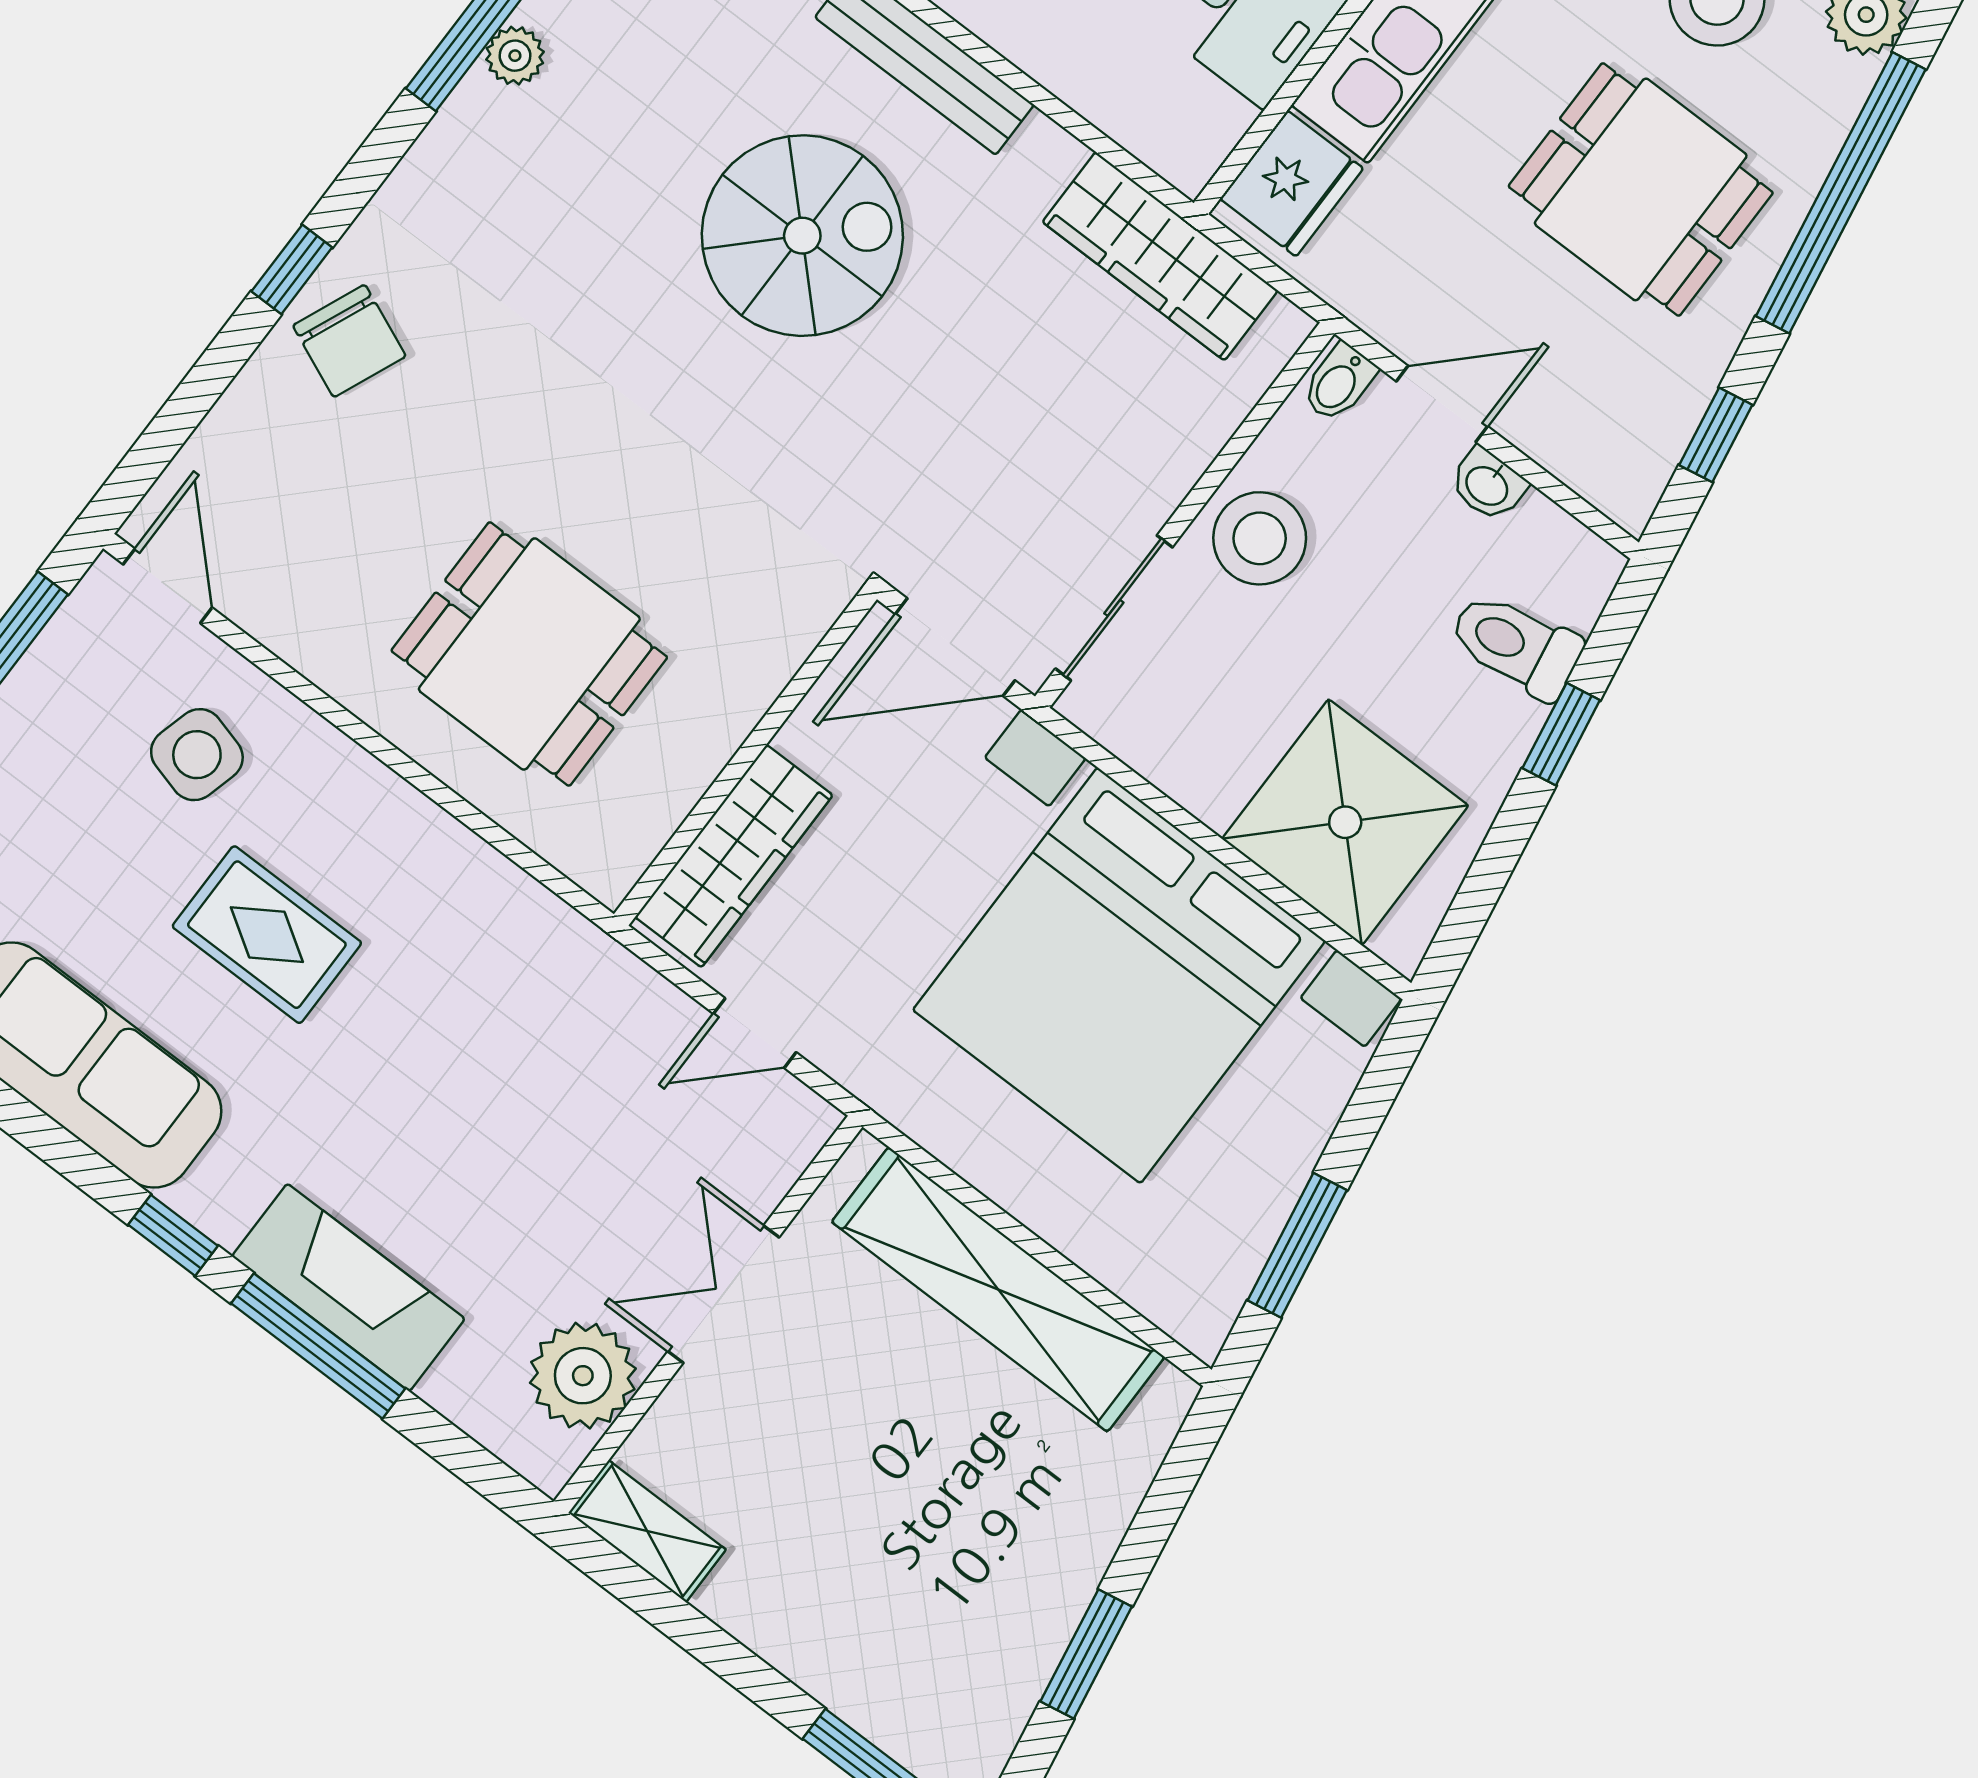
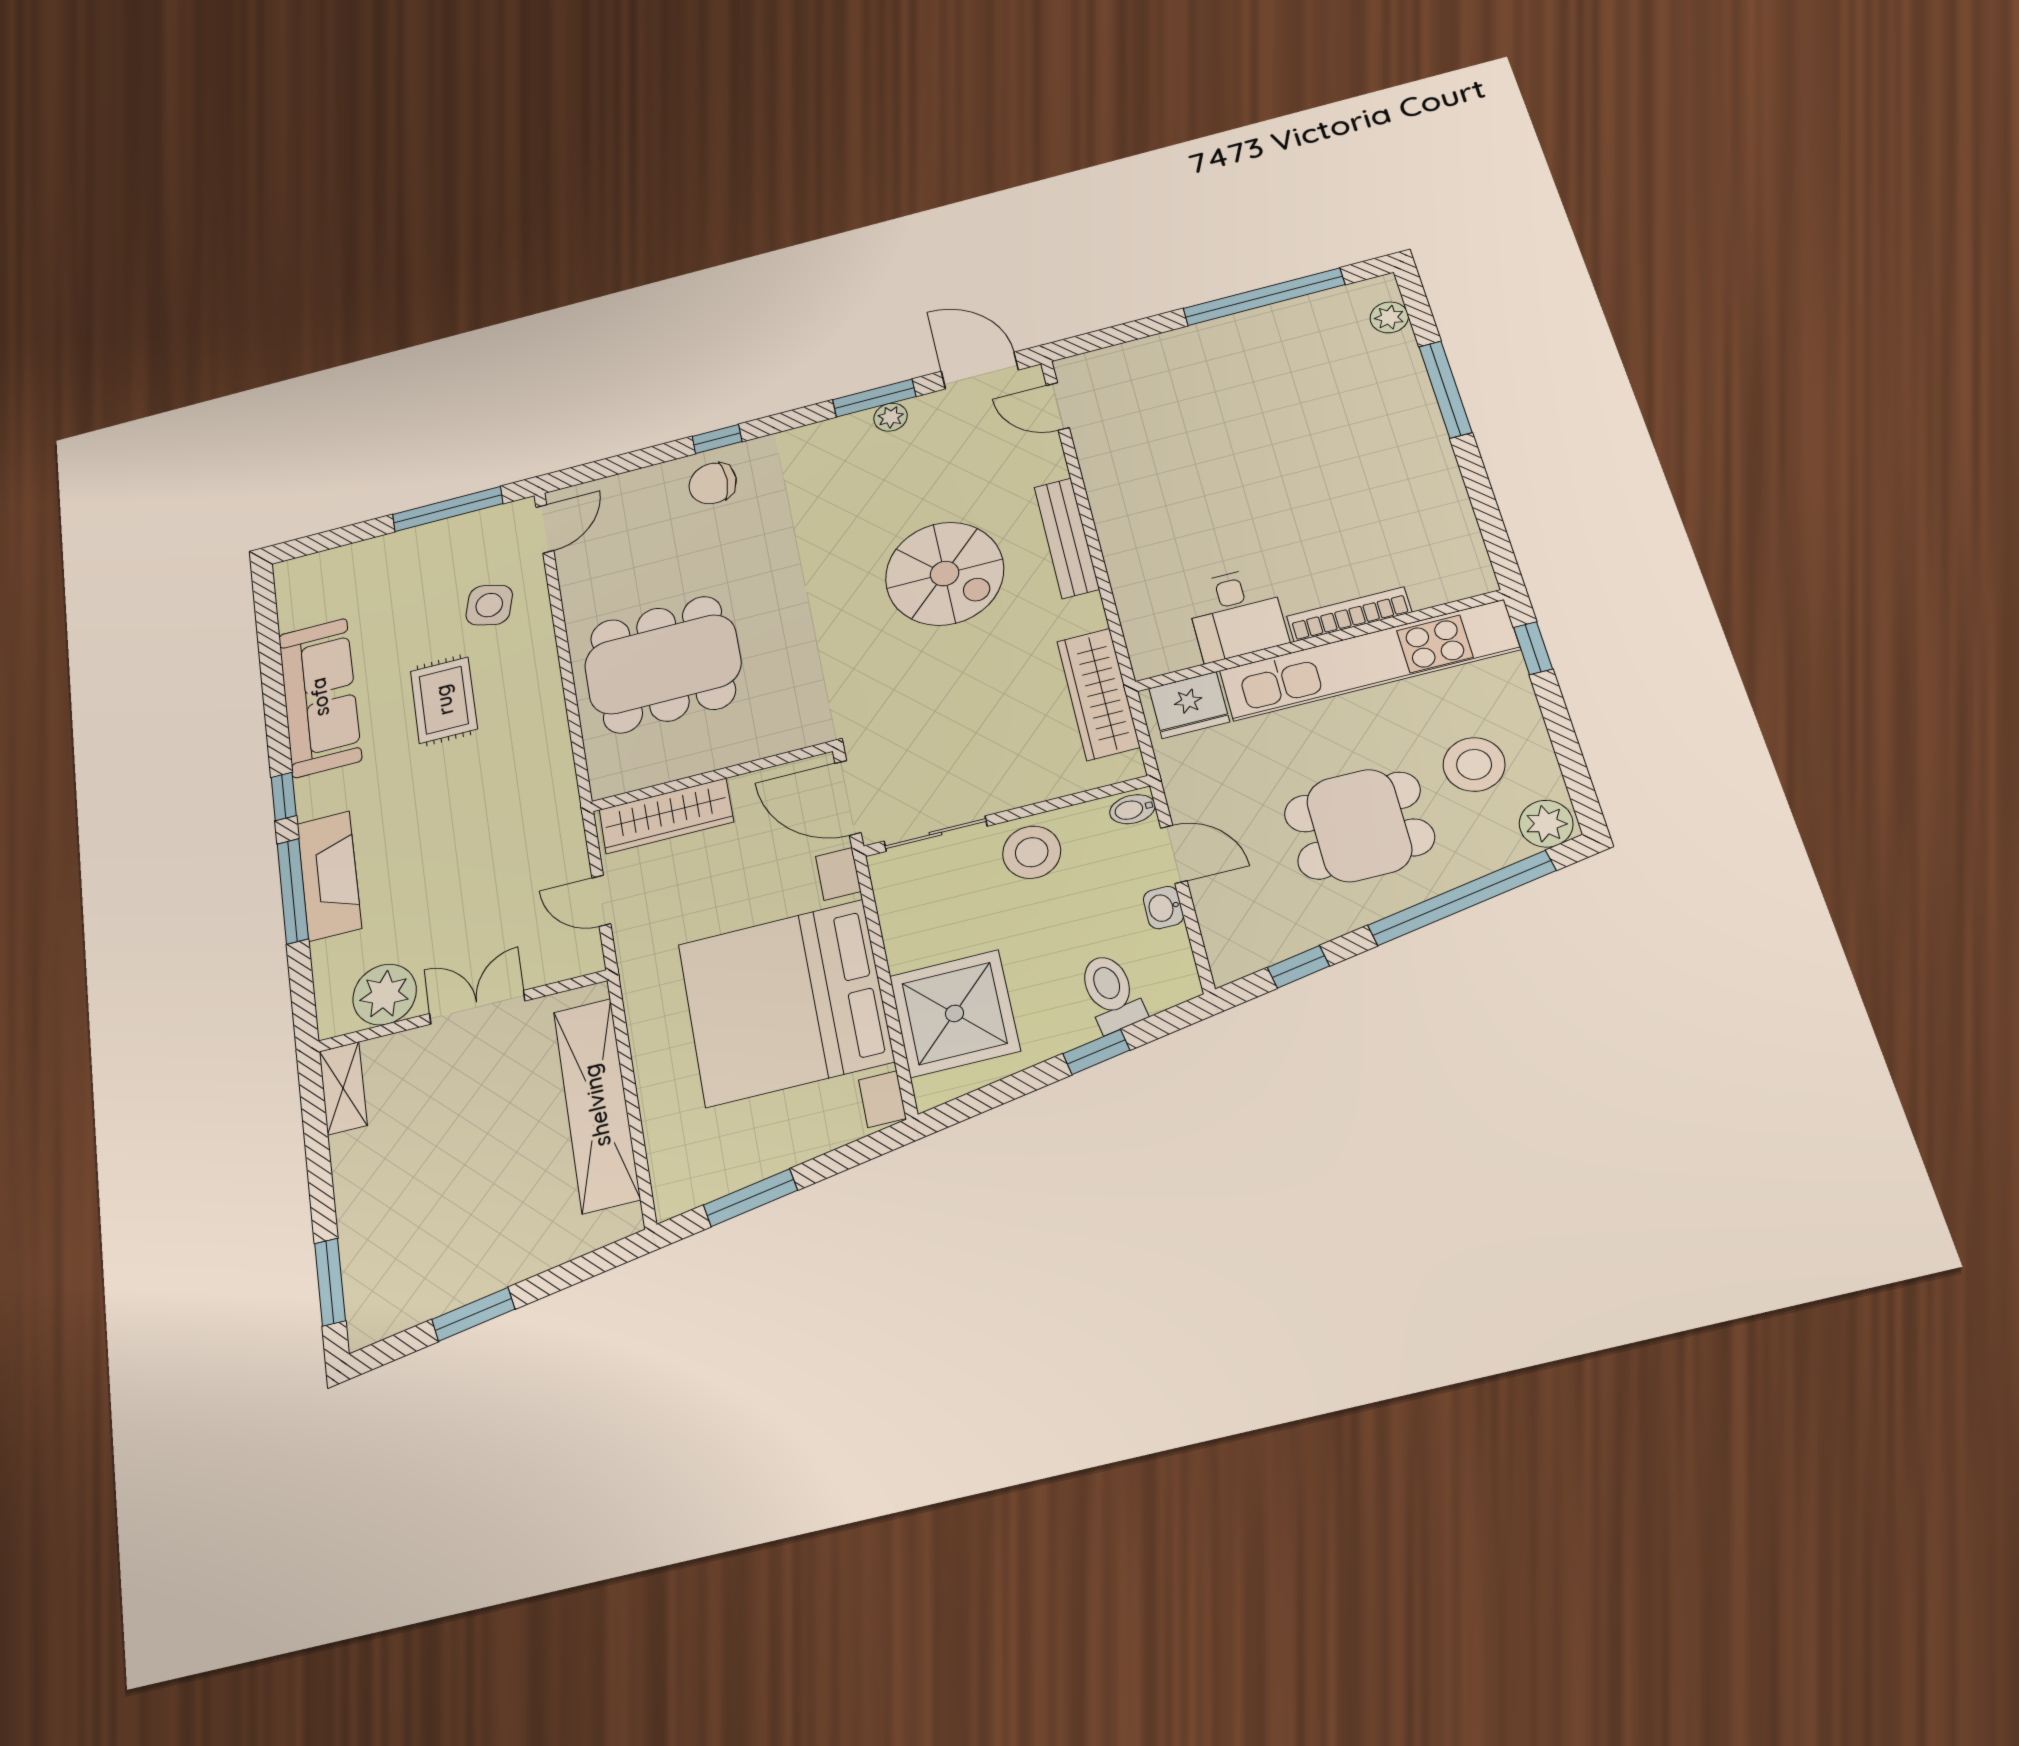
dining table: (1641, 189) -> (1359, 825), turned 90
chair: (349, 341) -> (713, 483), turned 67
dining table: (529, 654) -> (663, 664), width x1.38

